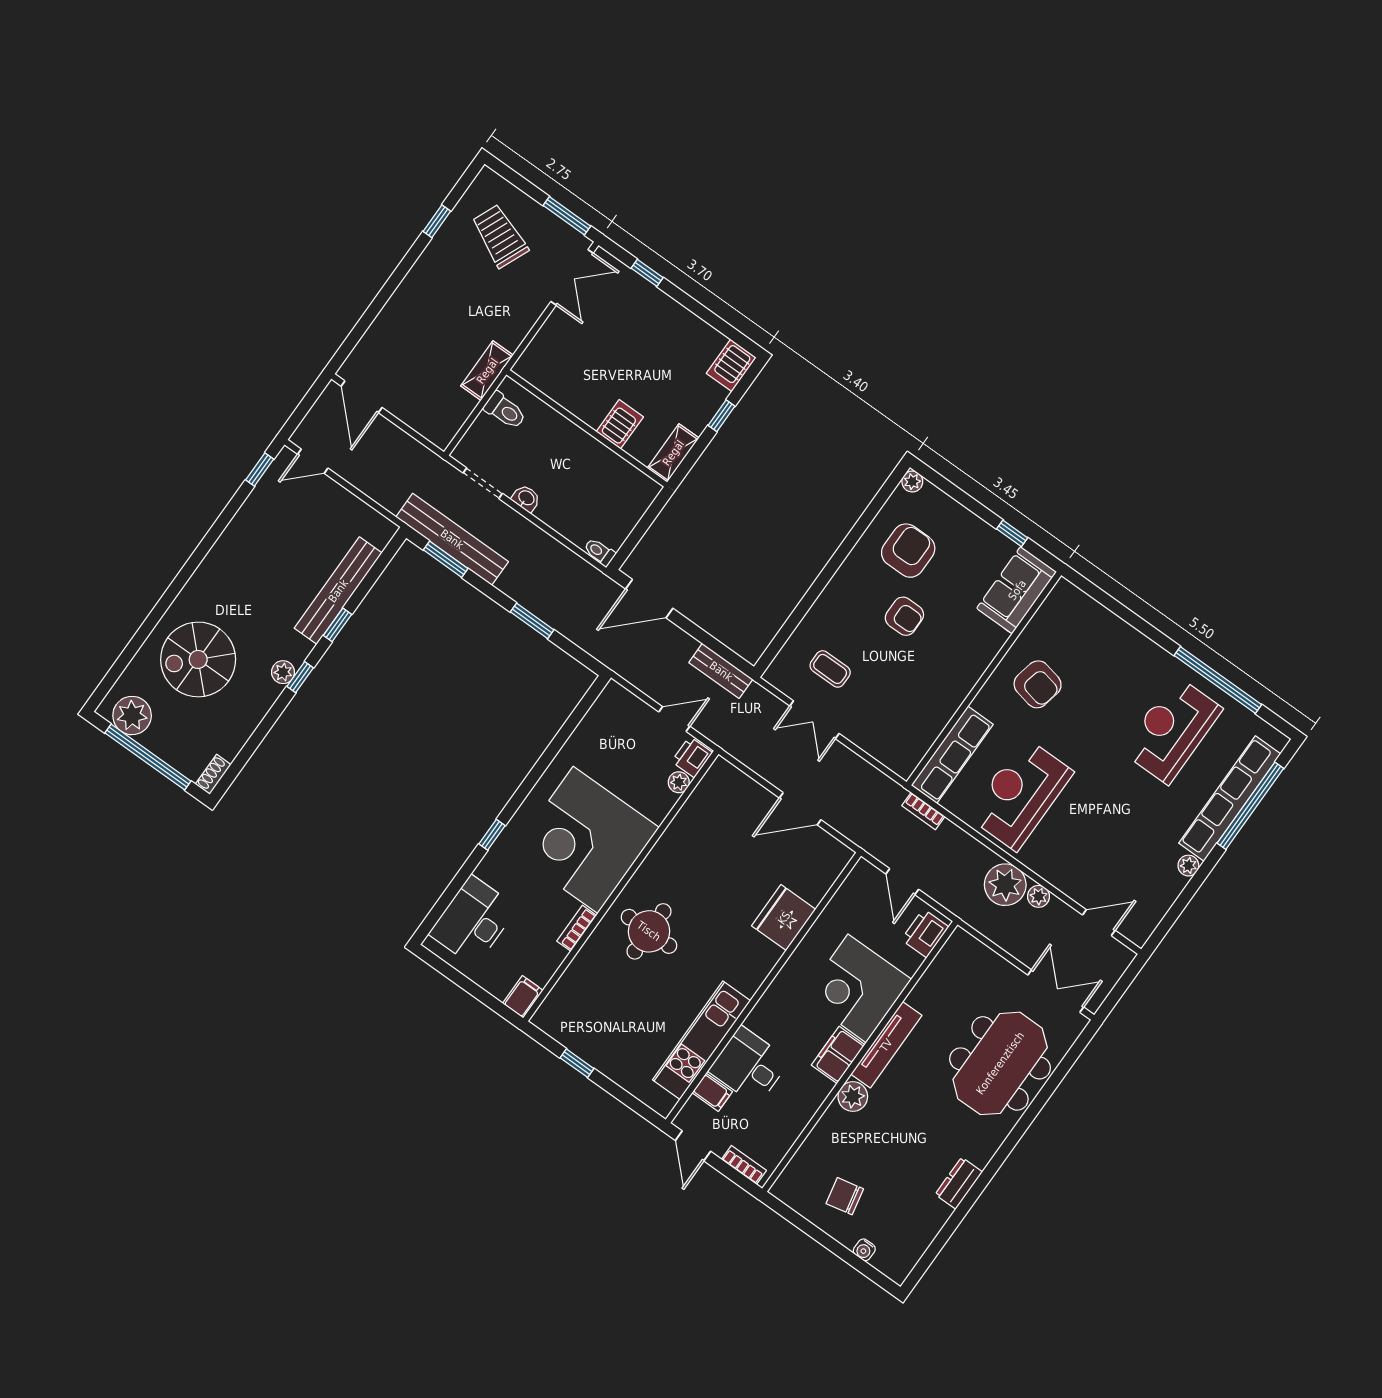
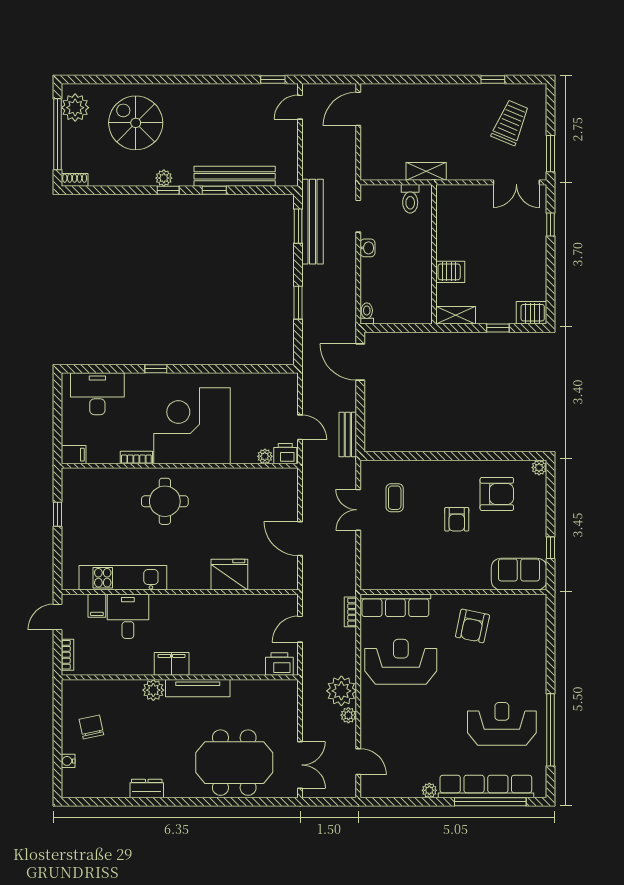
door: (313, 461) -> (300, 107), hinge flipped
corner desk: (857, 988) -> (219, 647), removed

